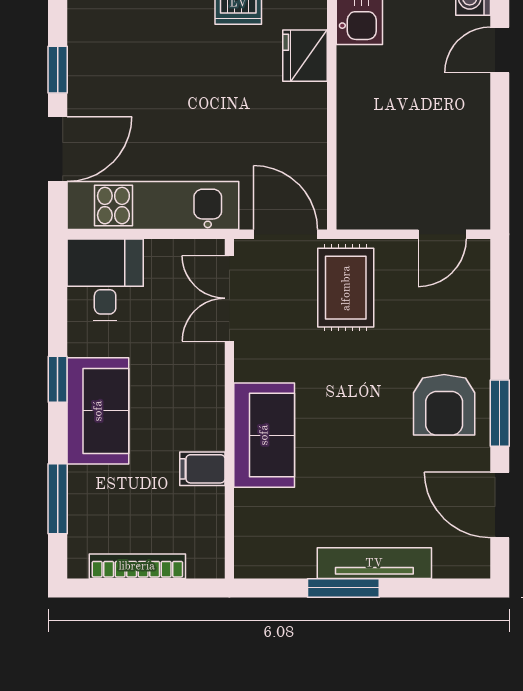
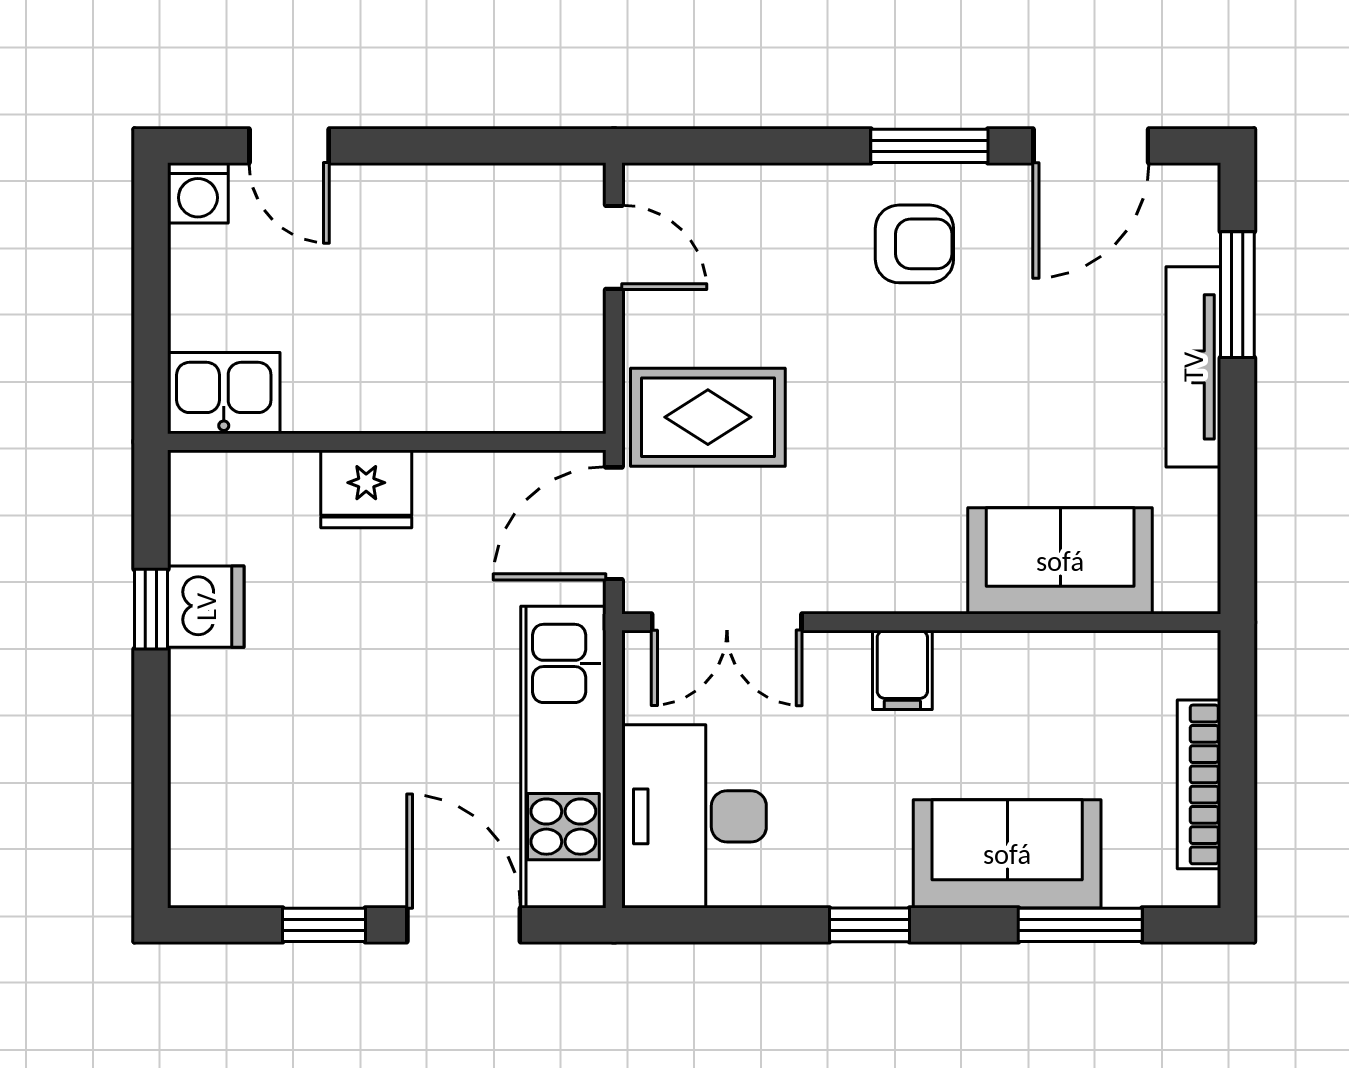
fridge: (305, 56) -> (366, 489), moved
desk: (105, 280) -> (694, 816), width x1.37
armchair: (444, 405) -> (914, 244), width x0.72, depth x0.72
sofa: (98, 411) -> (1007, 854), moved
sofa: (264, 435) -> (1060, 561), moved
filing cabinet: (202, 469) -> (902, 670), moved
window: (343, 588) -> (1237, 295), moved

